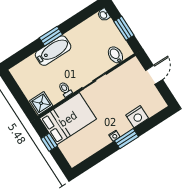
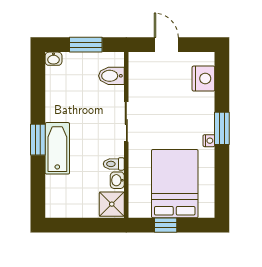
washbasin: (57, 97) -> (117, 180), added
nightstand: (137, 117) -> (203, 79), moved
bed: (68, 119) -> (175, 184), moved

